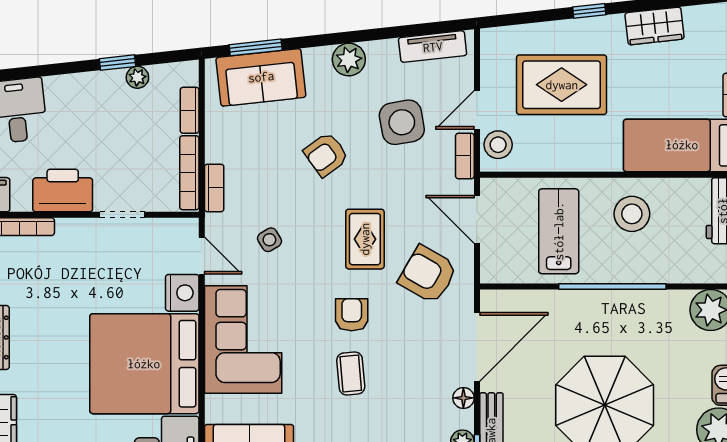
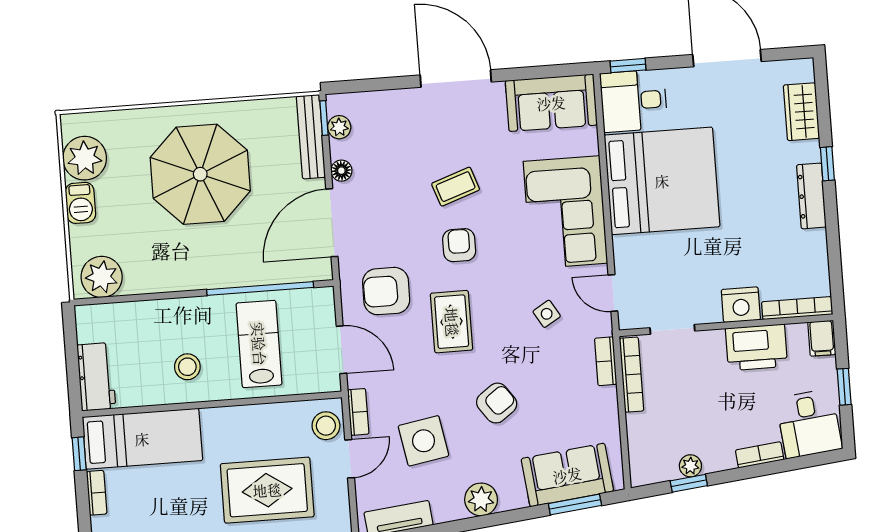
window: (117, 63) -> (689, 483), moved
bookcase: (190, 110) -> (760, 455), moved, turned -96
stool: (632, 214) -> (187, 367), width x0.73, depth x0.73
doorway: (122, 215) -> (672, 329), moved
lab bench: (559, 231) -> (259, 344), turned 180
armchair: (428, 274) -> (386, 291), turned 150
window: (612, 286) -> (260, 289), moved
nightstand: (182, 293) -> (741, 305), moved, turned -90
armchair: (352, 315) -> (459, 245), turned 180
coffee table: (351, 373) -> (456, 187), turned 76

